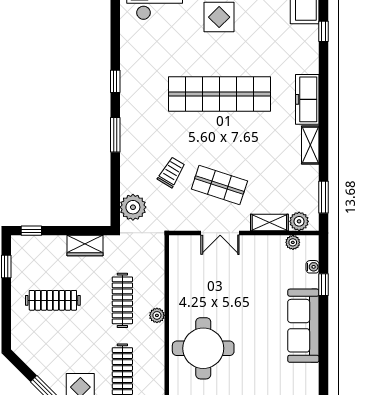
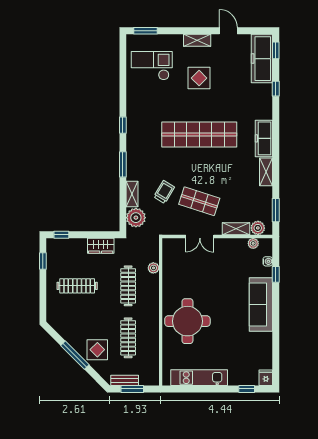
shelving: (128, 175) -> (132, 194), added
plant: (157, 315) -> (153, 268), moved

